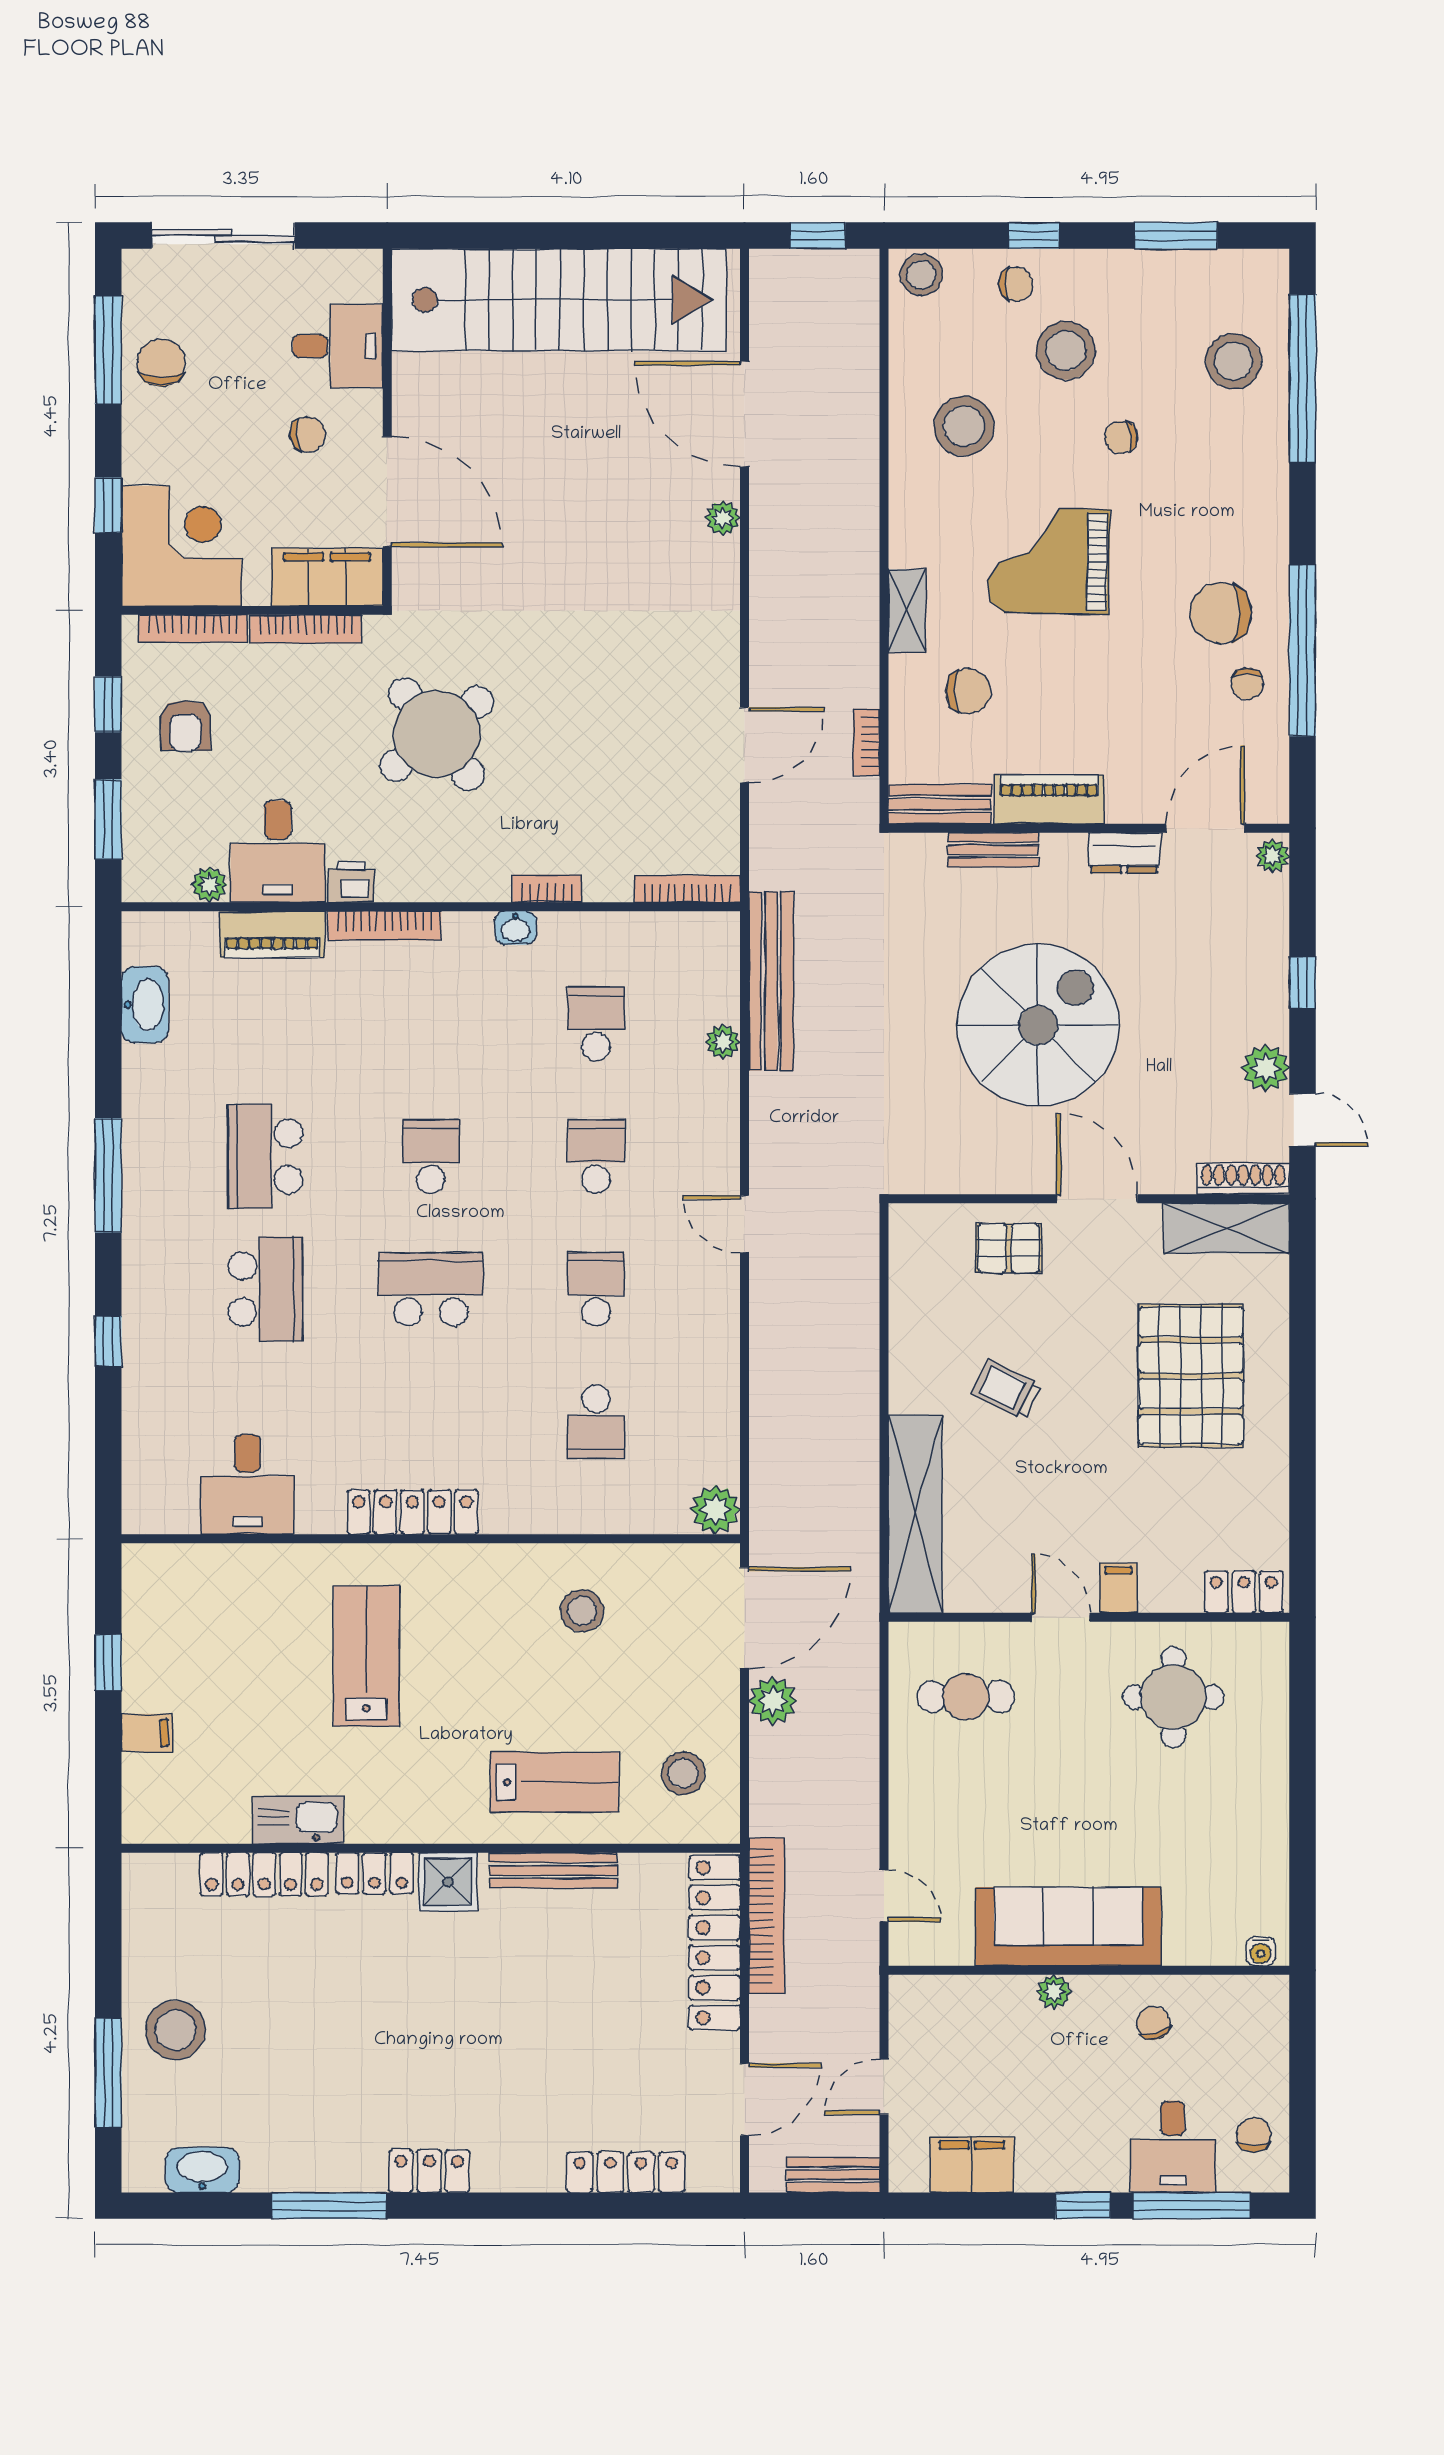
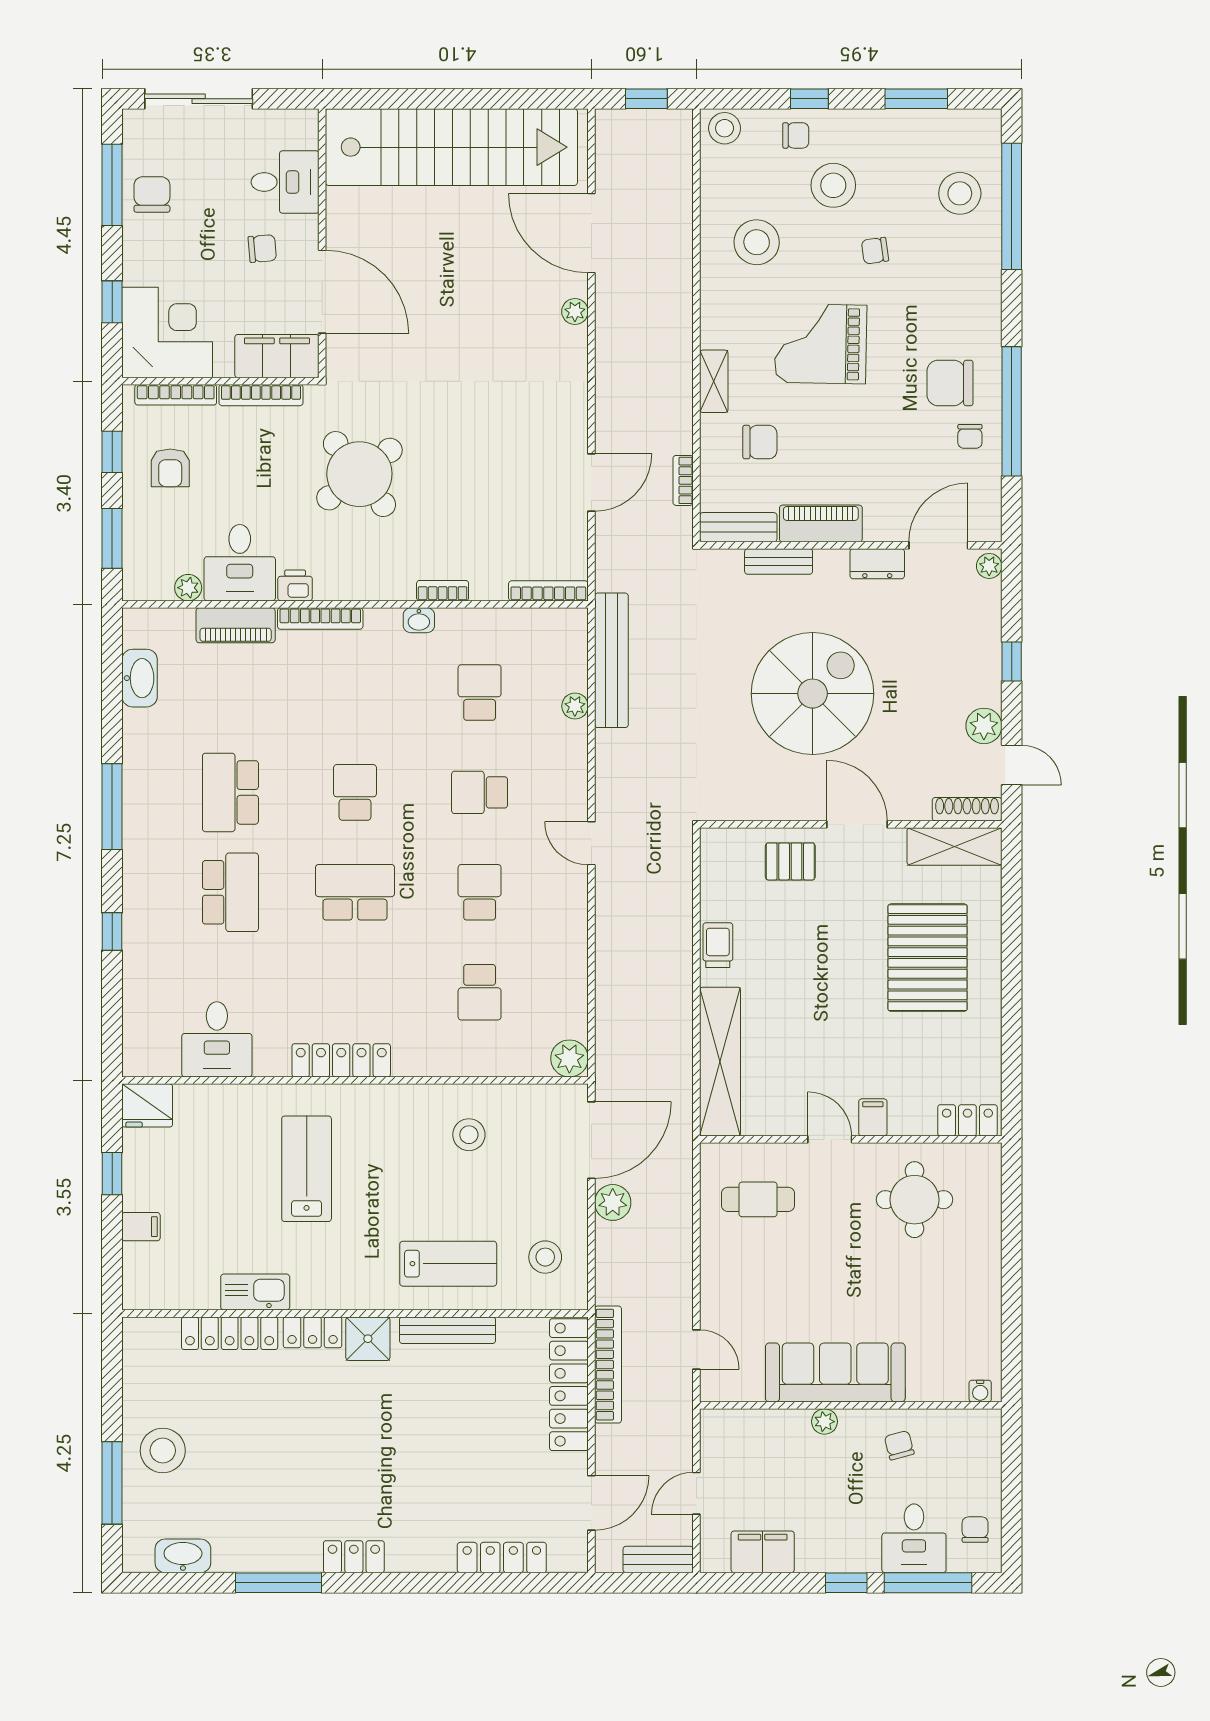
school desk: (596, 1156) -> (480, 792), turned -90
trolley: (1006, 1390) -> (718, 945), moved, turned 64
fridge: (155, 1572) -> (147, 1105), added

